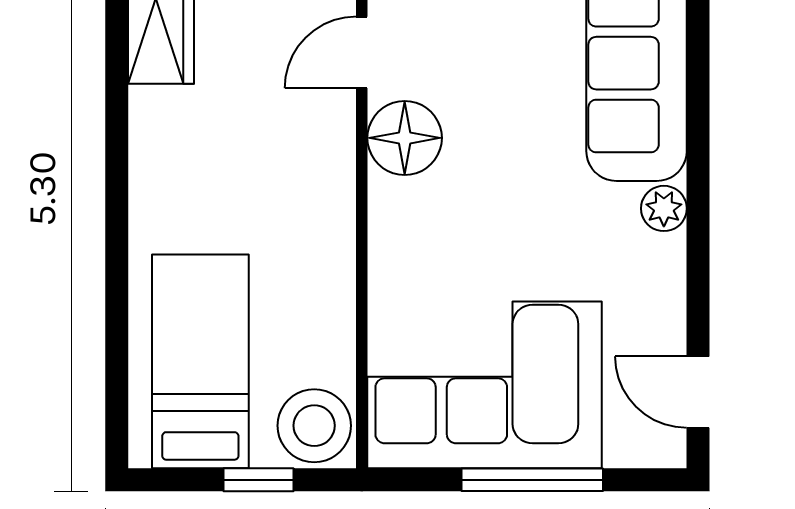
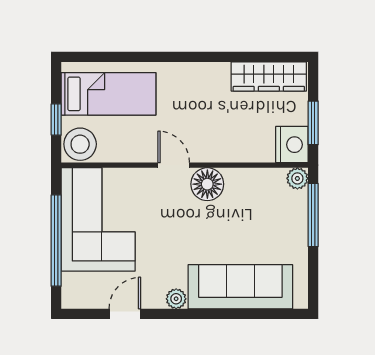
door: (362, 52) -> (174, 165), moved
door: (698, 392) -> (125, 314), moved
window: (532, 480) -> (56, 241), width x1.46

